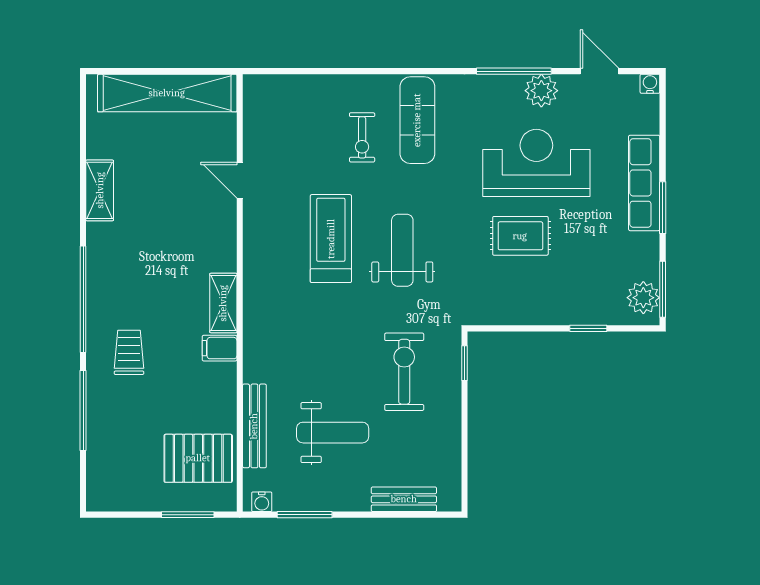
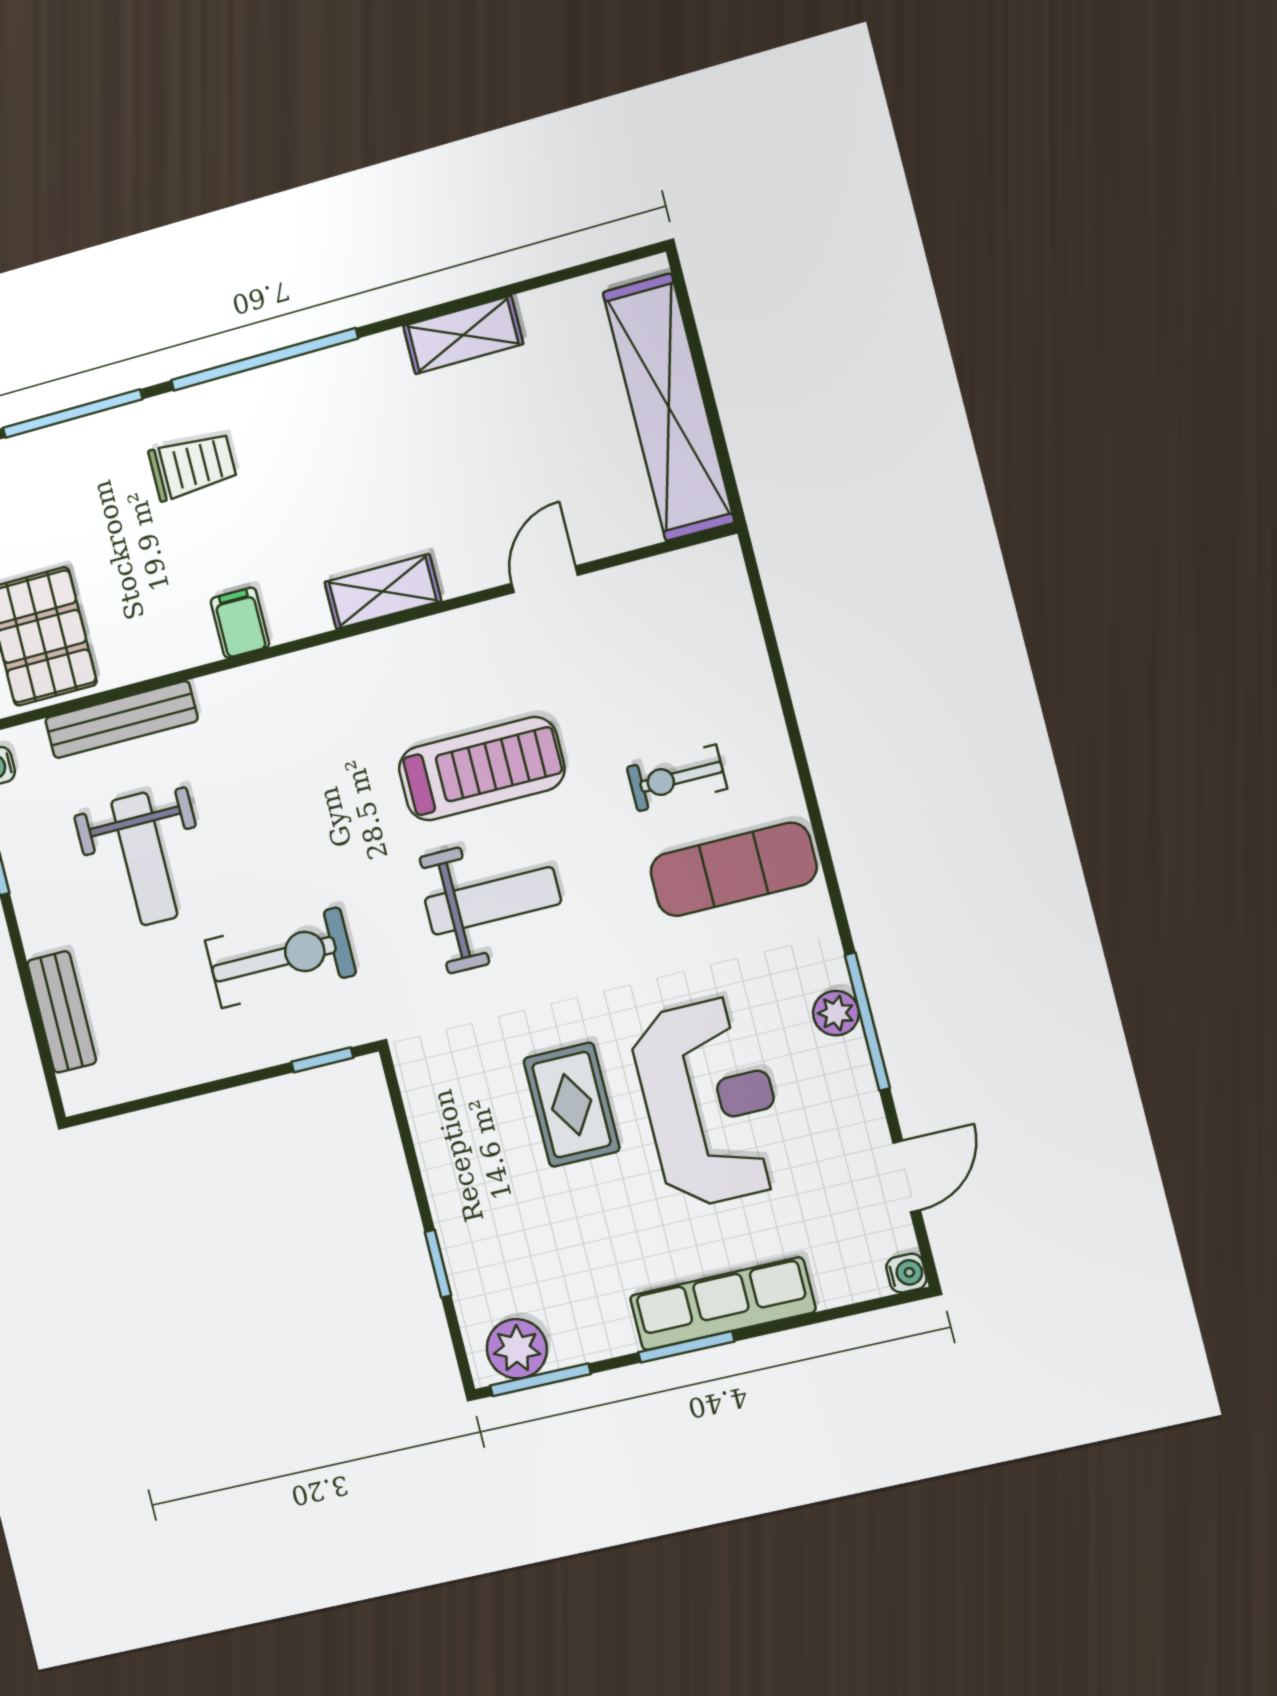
plant: (541, 91) -> (836, 1013), moved, width x0.73, depth x0.73
shelving: (223, 303) -> (383, 592), moved

